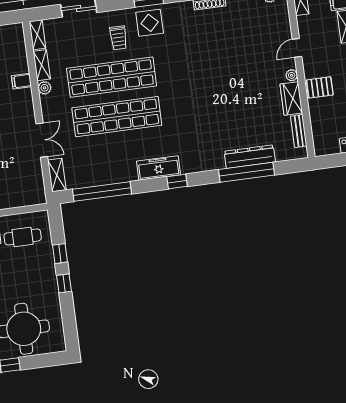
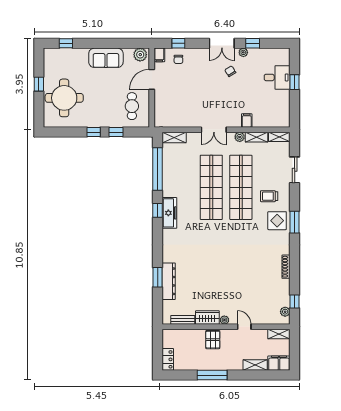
double door: (42, 140) -> (214, 130), moved
window: (247, 172) -> (158, 277), width x0.47
window: (177, 182) -> (158, 210), moved

